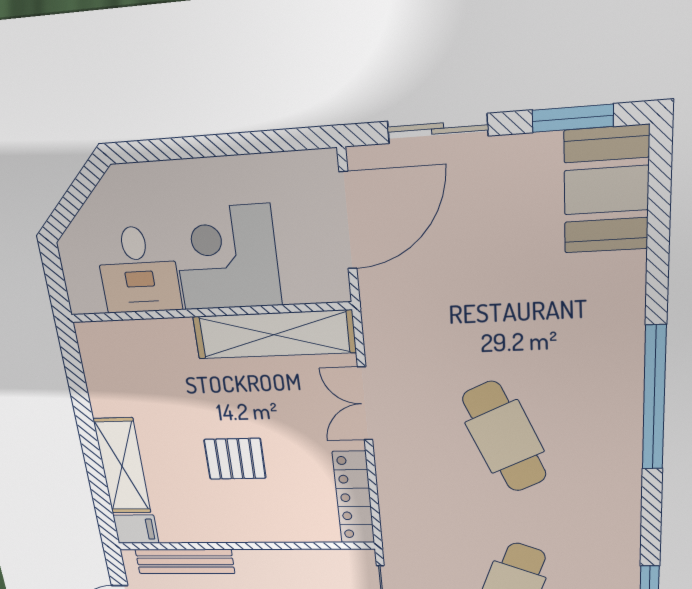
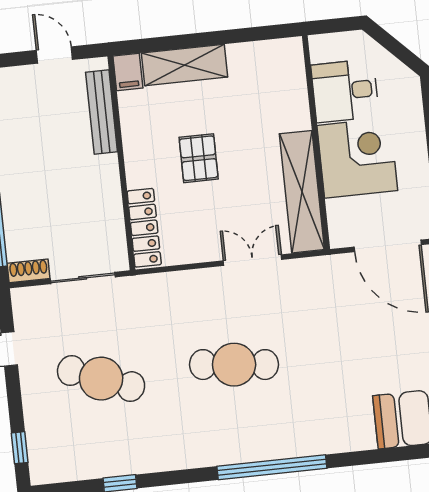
cafe table: (505, 437) -> (234, 365), turned 30
locker: (354, 498) -> (144, 228), moved, turned 90

